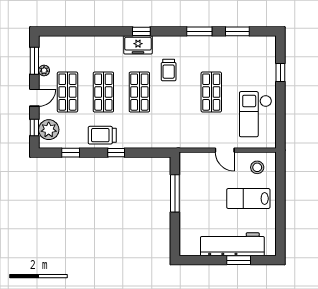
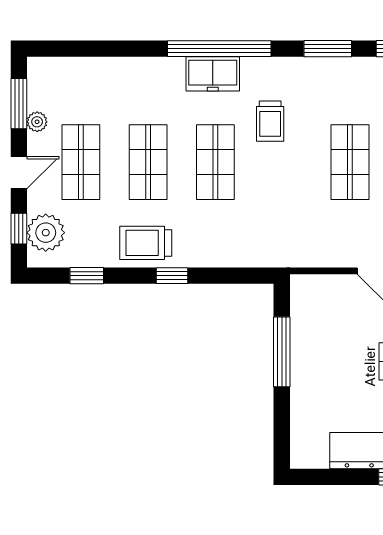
window: (141, 31) -> (219, 49), width x3.17

